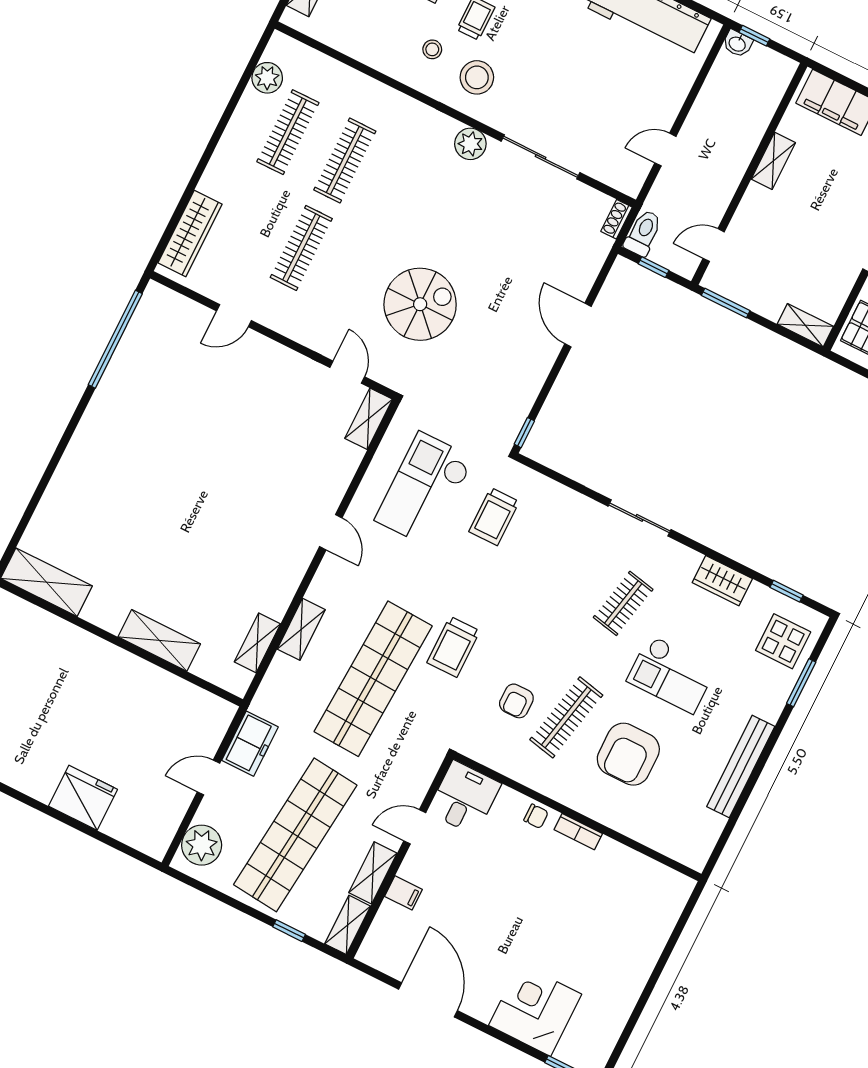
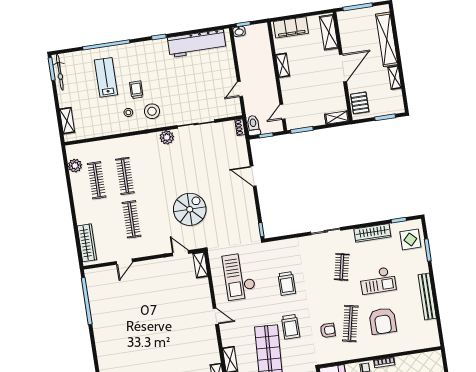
trolley: (494, 517) -> (287, 283), moved
wardrobe: (722, 581) -> (372, 233), width x1.50
armchair: (516, 701) -> (328, 330), turned -90

